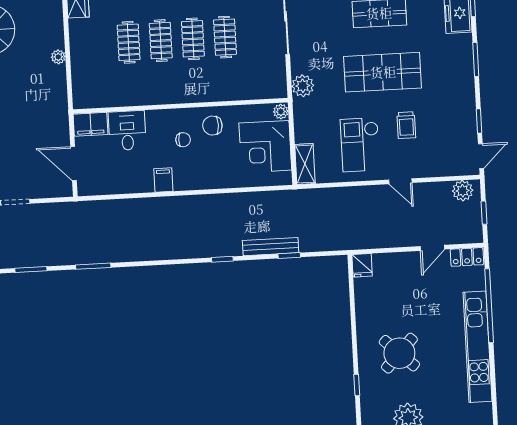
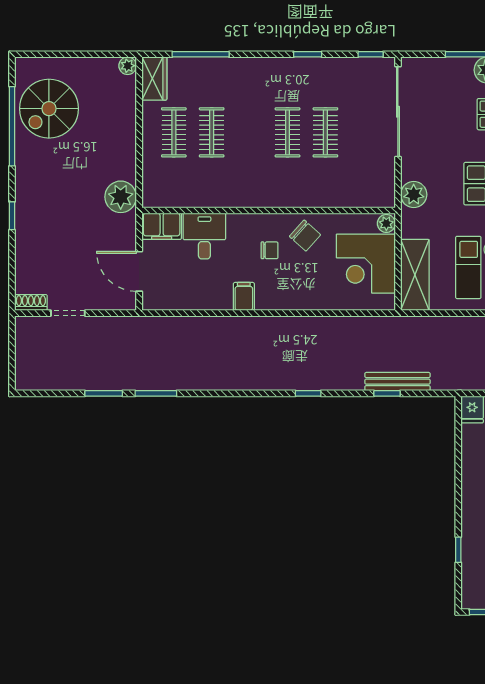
clothes rail: (161, 41) -> (174, 132), moved
plant: (58, 57) -> (121, 197), moved, width x1.87, depth x1.87
chair: (212, 126) -> (305, 236), turned -138
shelving: (305, 164) -> (415, 275), width x1.50, depth x1.33
bench: (271, 247) -> (397, 382), moved
window: (31, 270) -> (104, 393), moved

